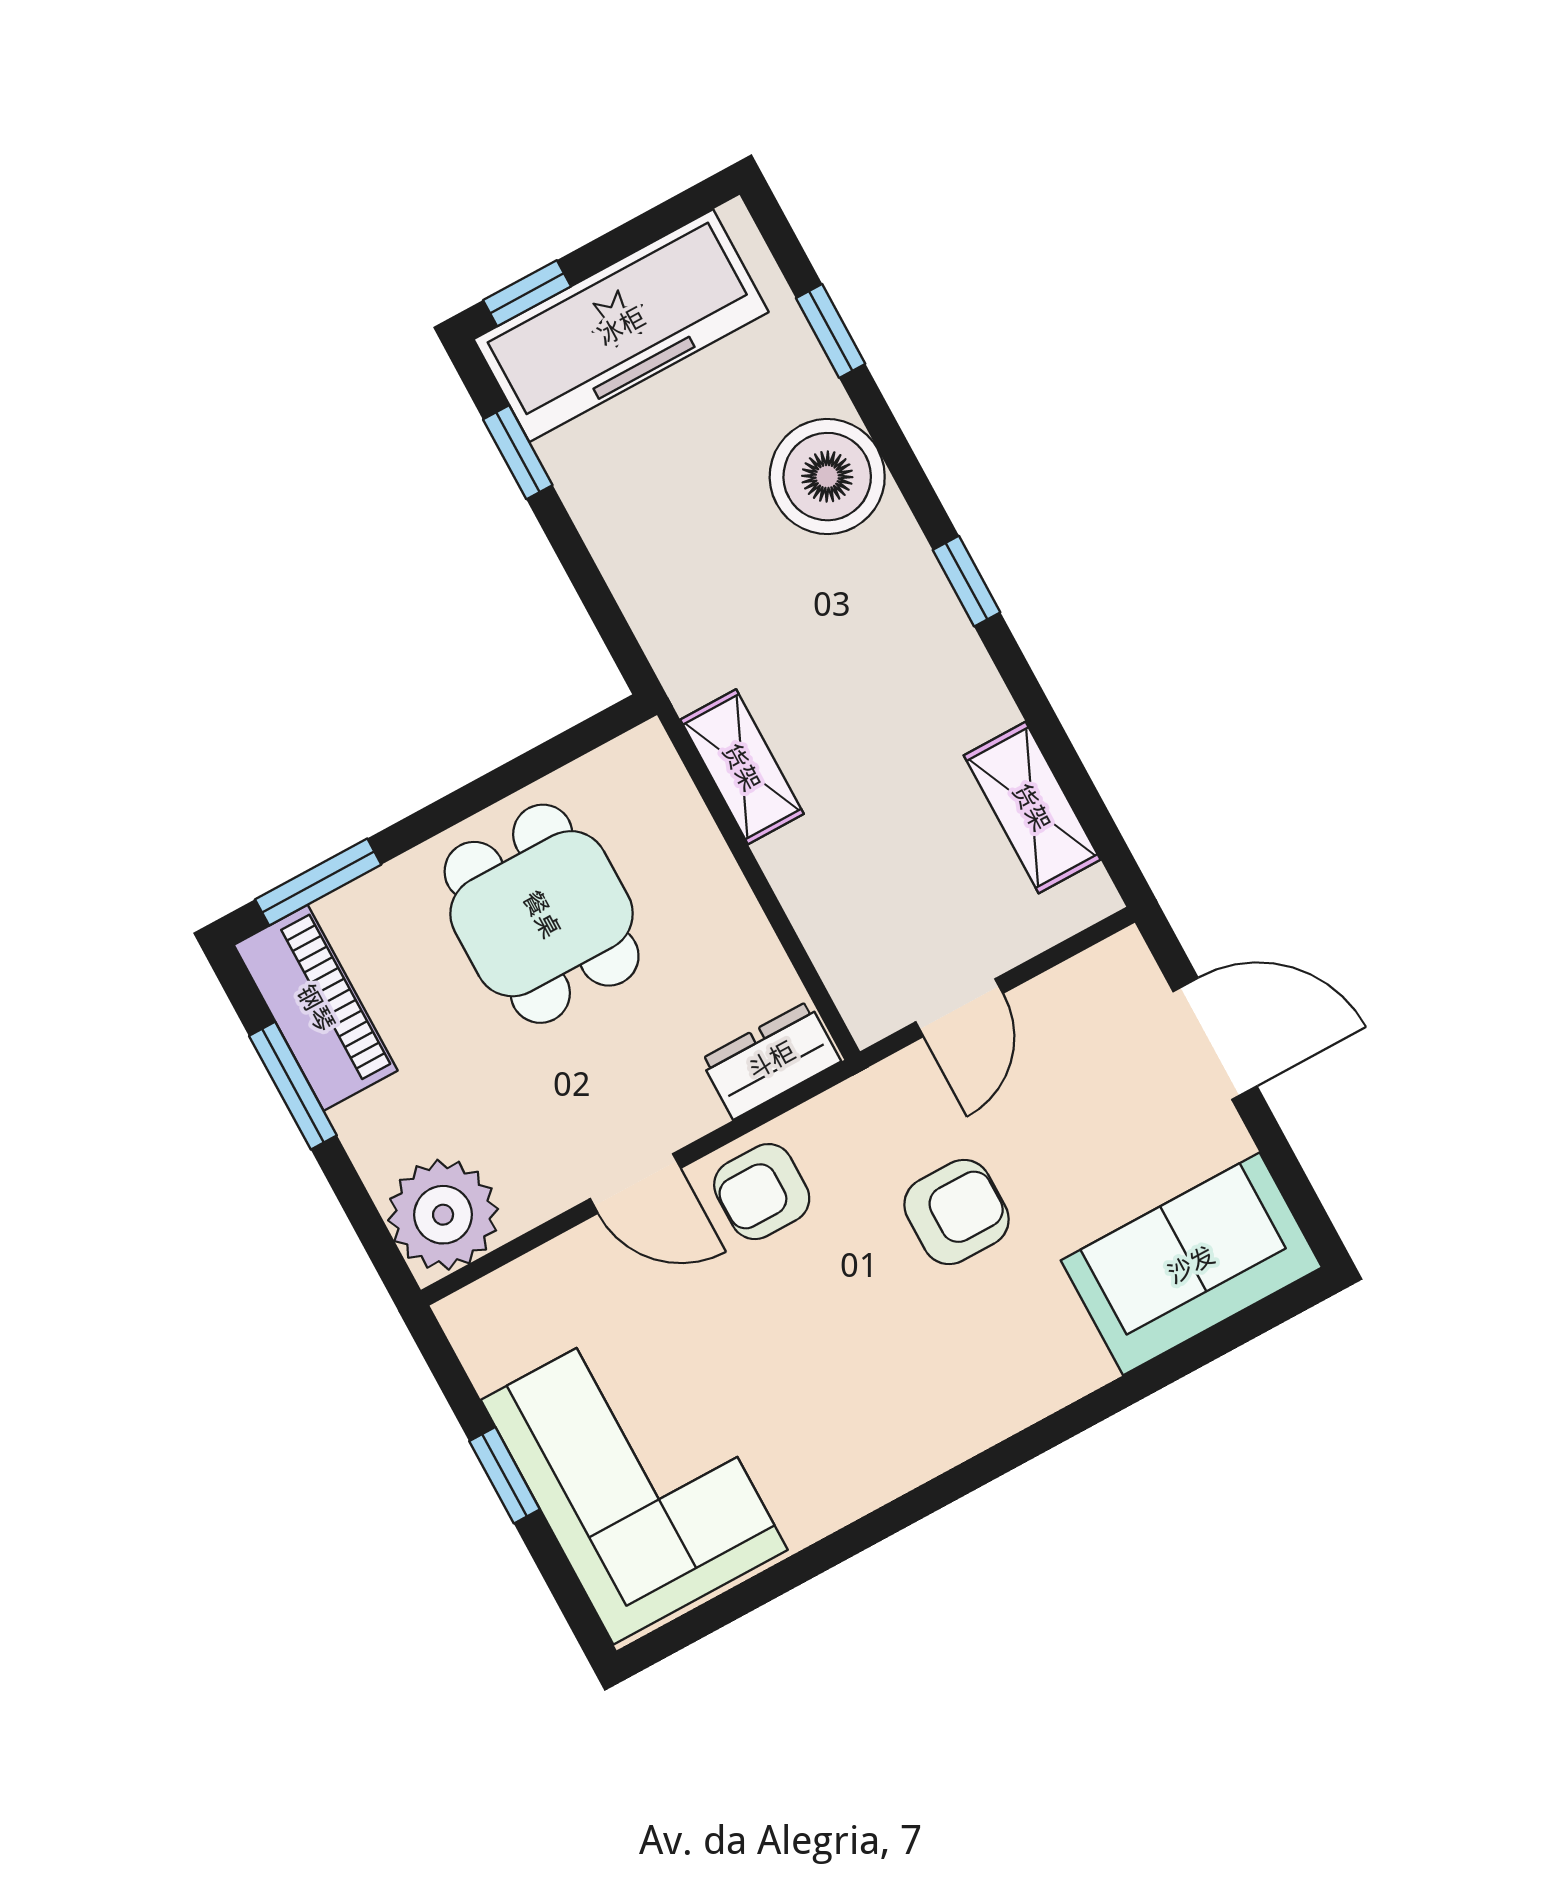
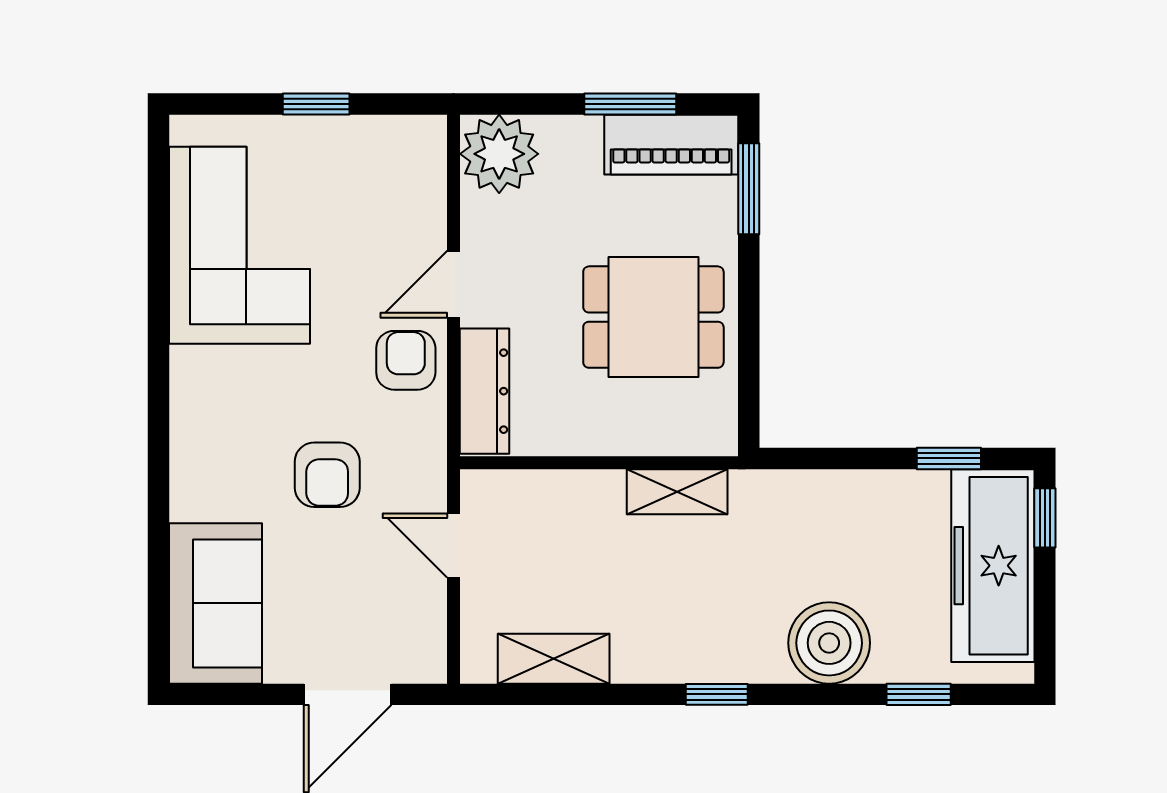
dresser: (771, 1060) -> (484, 391), width x1.44
corner sofa: (634, 1475) -> (239, 245), moved, turned -90

